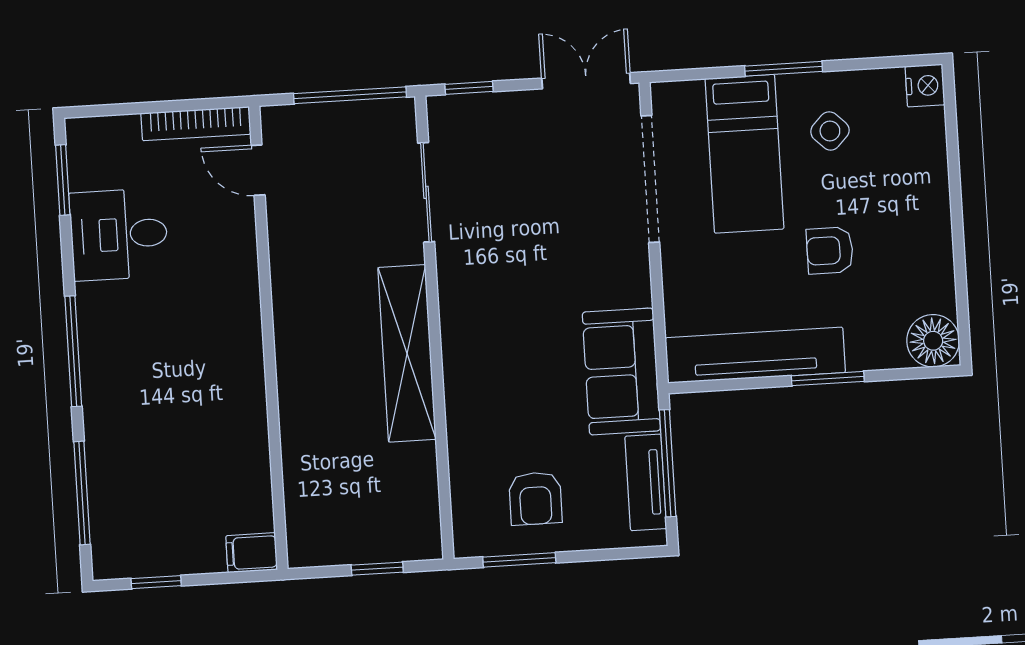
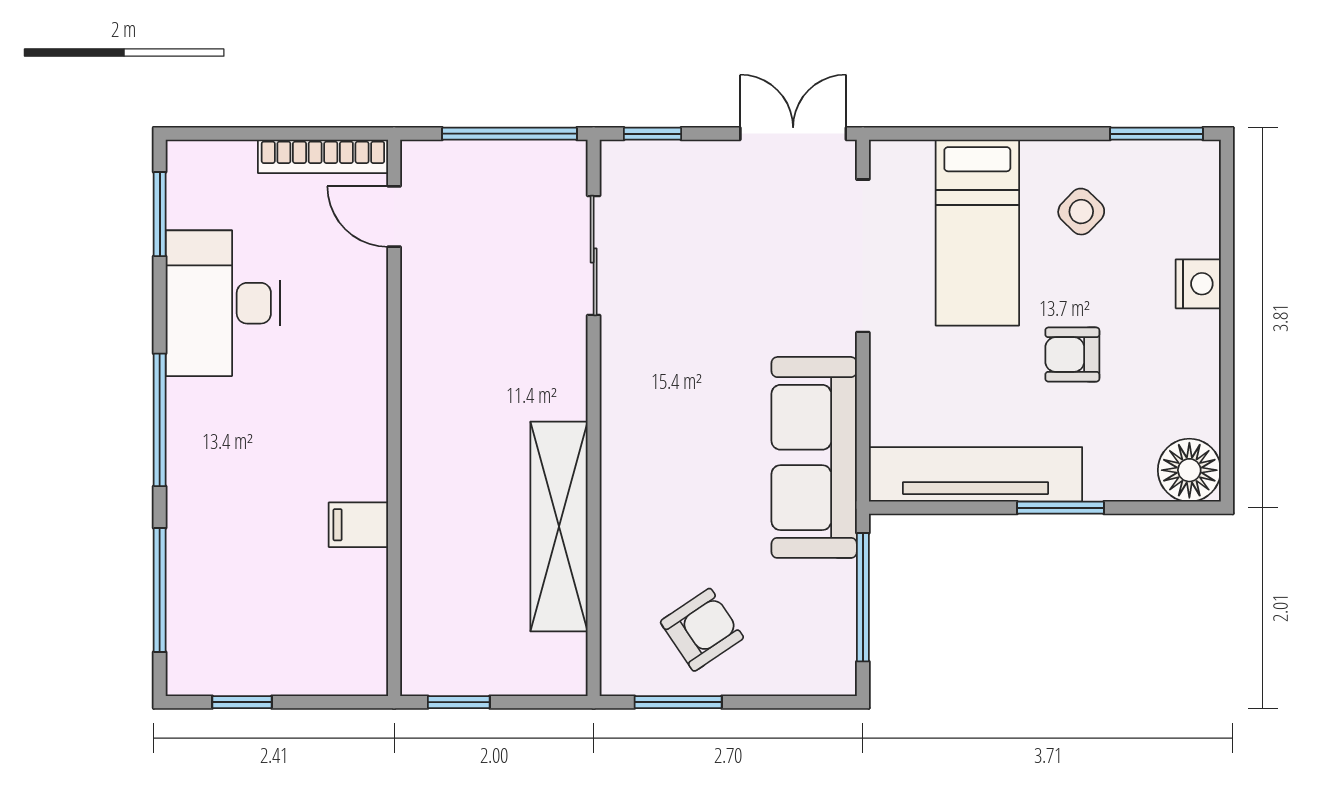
window: (784, 69) -> (1156, 134), moved
nightstand: (925, 86) -> (1198, 284), moved
desk: (119, 234) -> (223, 303), width x1.37
shelving: (407, 353) -> (559, 527), moved
sofa: (621, 371) -> (814, 457), width x1.36
tv unit: (646, 482) -> (835, 619), removed
armchair: (535, 498) -> (702, 630), turned -124
filing cabinet: (252, 553) -> (358, 525), moved
window: (377, 569) -> (459, 702), moved

